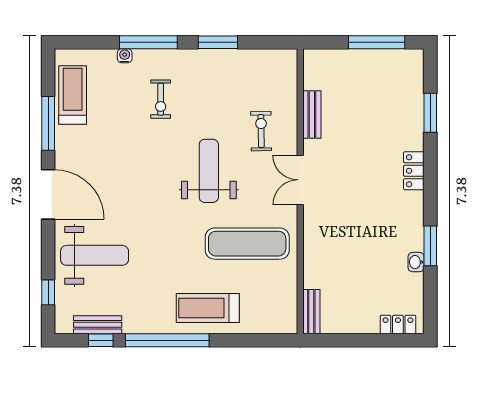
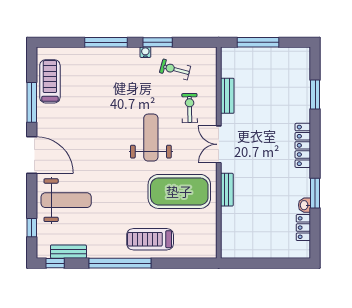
window: (377, 42) -> (258, 42), moved
water cooler: (125, 56) -> (145, 52), moved
exercise bike: (161, 99) -> (175, 69), moved, turned 105
locker: (414, 171) -> (303, 145), width x1.53
exercise mat: (247, 244) -> (179, 191), width x1.47
bench: (311, 312) -> (227, 190), moved
locker: (398, 324) -> (303, 228), moved, turned -90
window: (101, 340) -> (55, 263), moved

